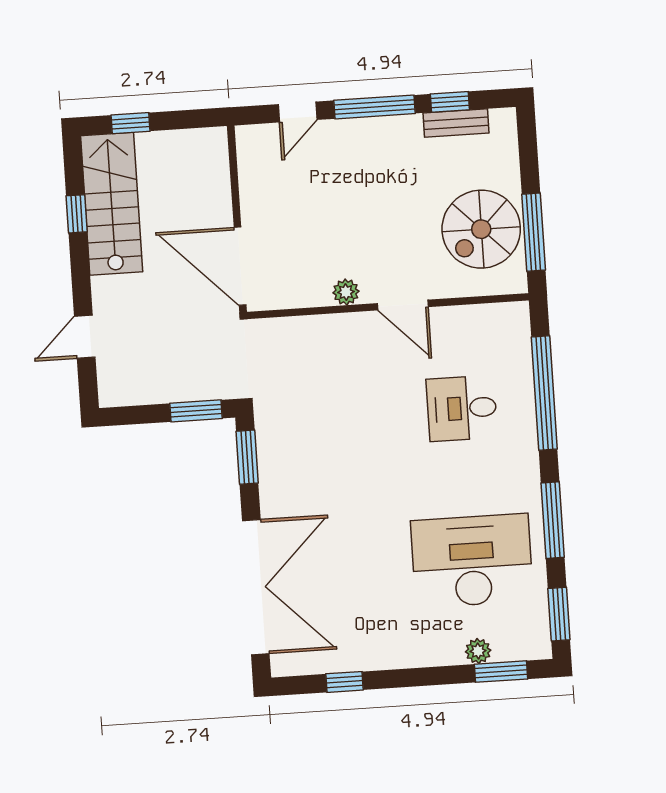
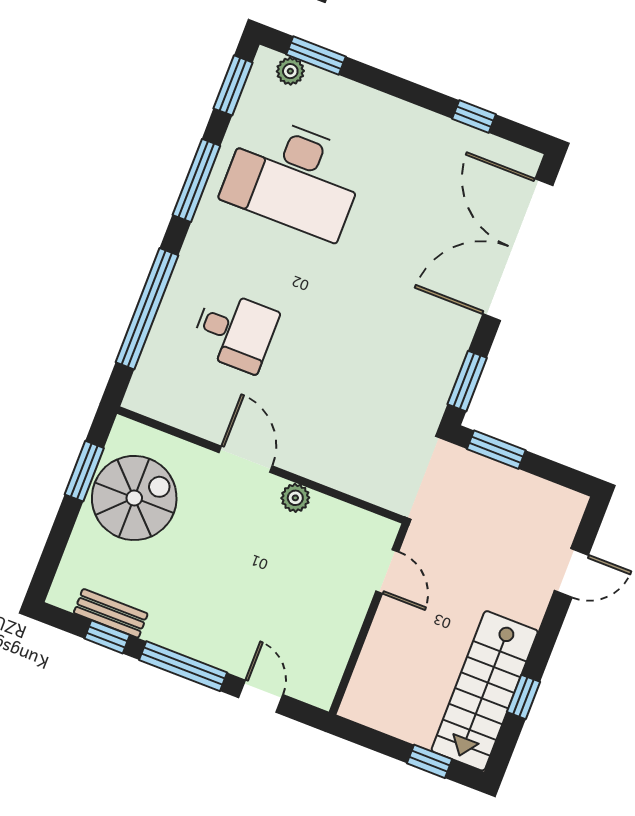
door: (298, 112) -> (261, 696), hinge flipped
window: (534, 232) -> (84, 471), width x0.69
door: (240, 266) -> (387, 571), width x0.53
plant: (478, 651) -> (290, 71), moved

